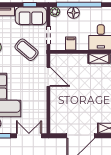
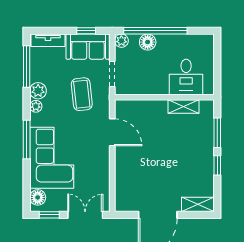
filing cabinet: (71, 44) -> (144, 85), removed
coffee table: (27, 50) -> (82, 94), turned 44

